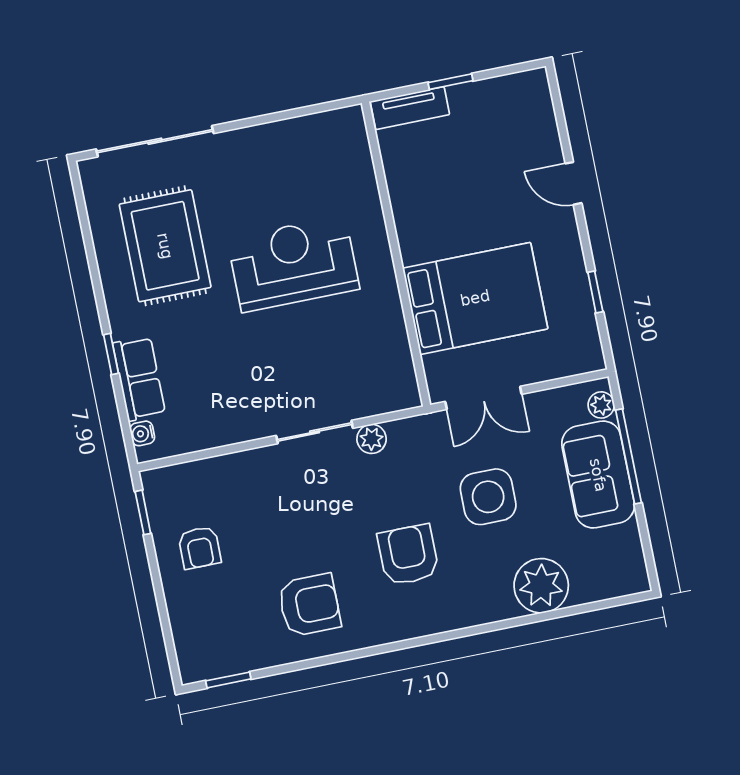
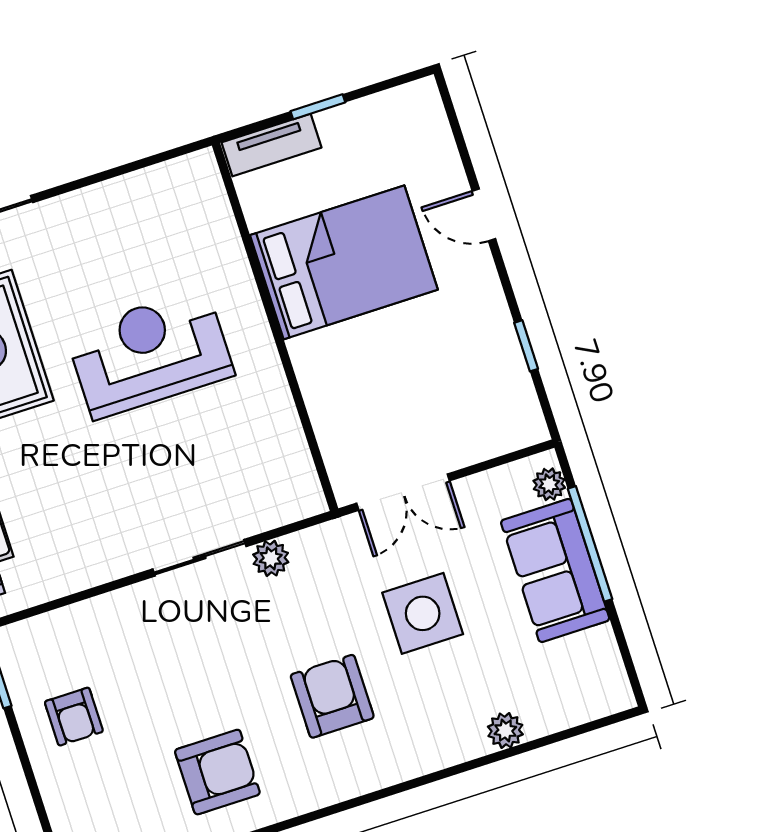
bed: (475, 298) -> (344, 262), moved
plant: (541, 586) -> (505, 731), width x0.53, depth x0.53

